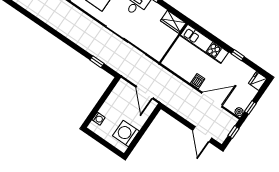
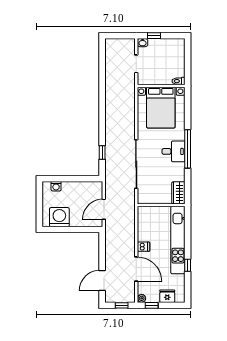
kitchen unit: (204, 44) -> (178, 240), width x1.36
fridge: (258, 81) -> (167, 296), moved

